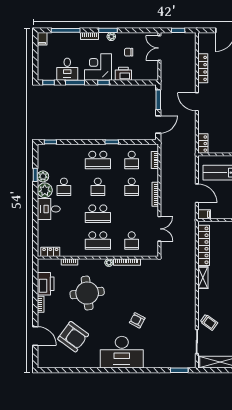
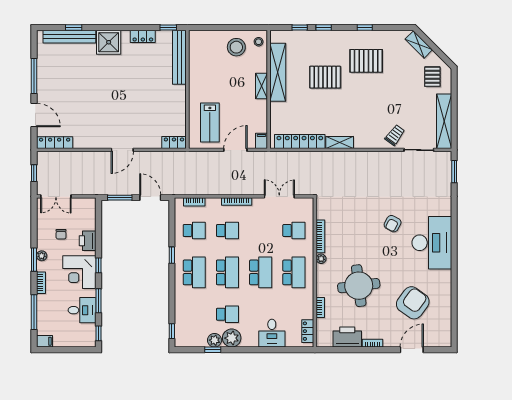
locker: (203, 68) -> (55, 143), moved
school desk: (98, 187) -> (227, 272), width x1.85
desk: (49, 209) -> (272, 333), moved

